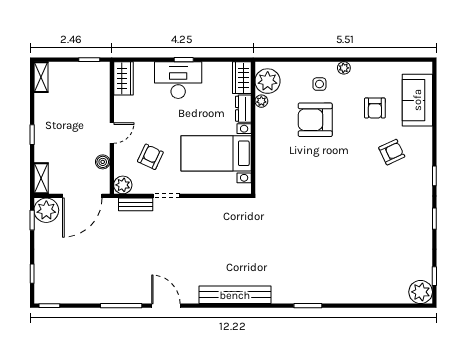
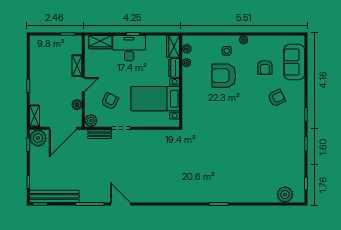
shelving: (41, 77) -> (77, 66), moved
wardrobe: (124, 78) -> (100, 42), moved, turned 90
plant: (268, 81) -> (187, 49), width x0.53, depth x0.53
plant: (421, 292) -> (285, 194), moved
bench: (235, 295) -> (54, 196), moved

